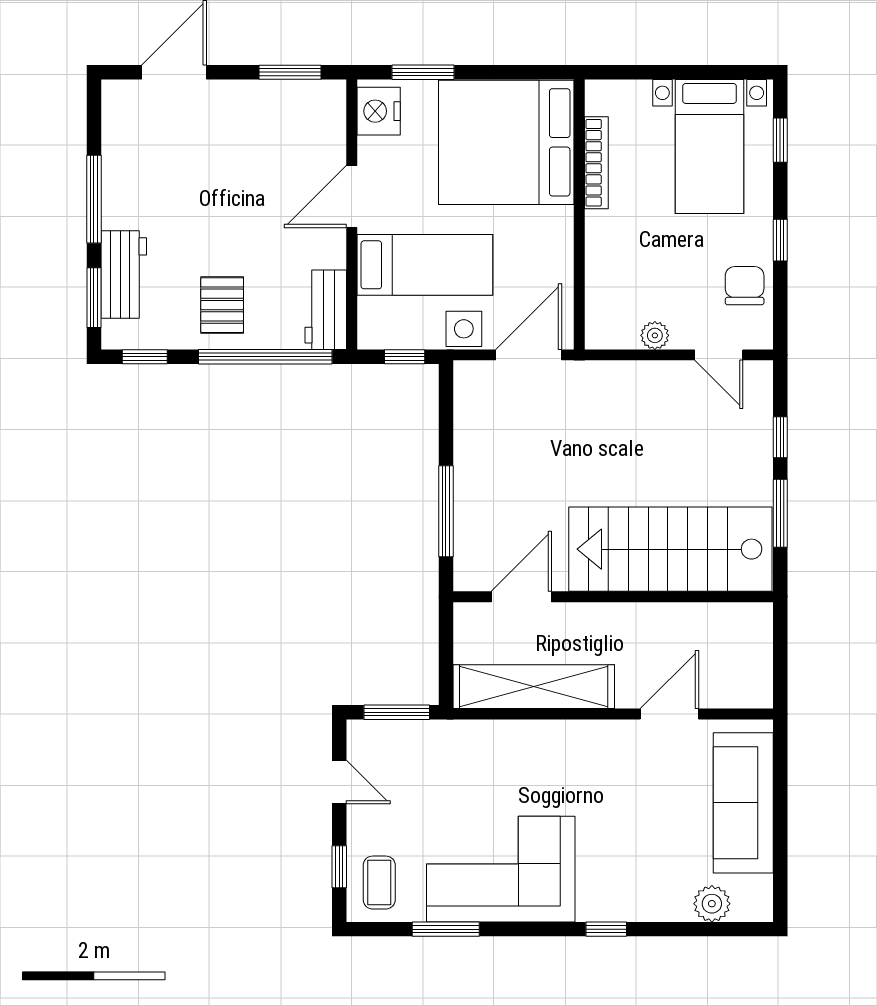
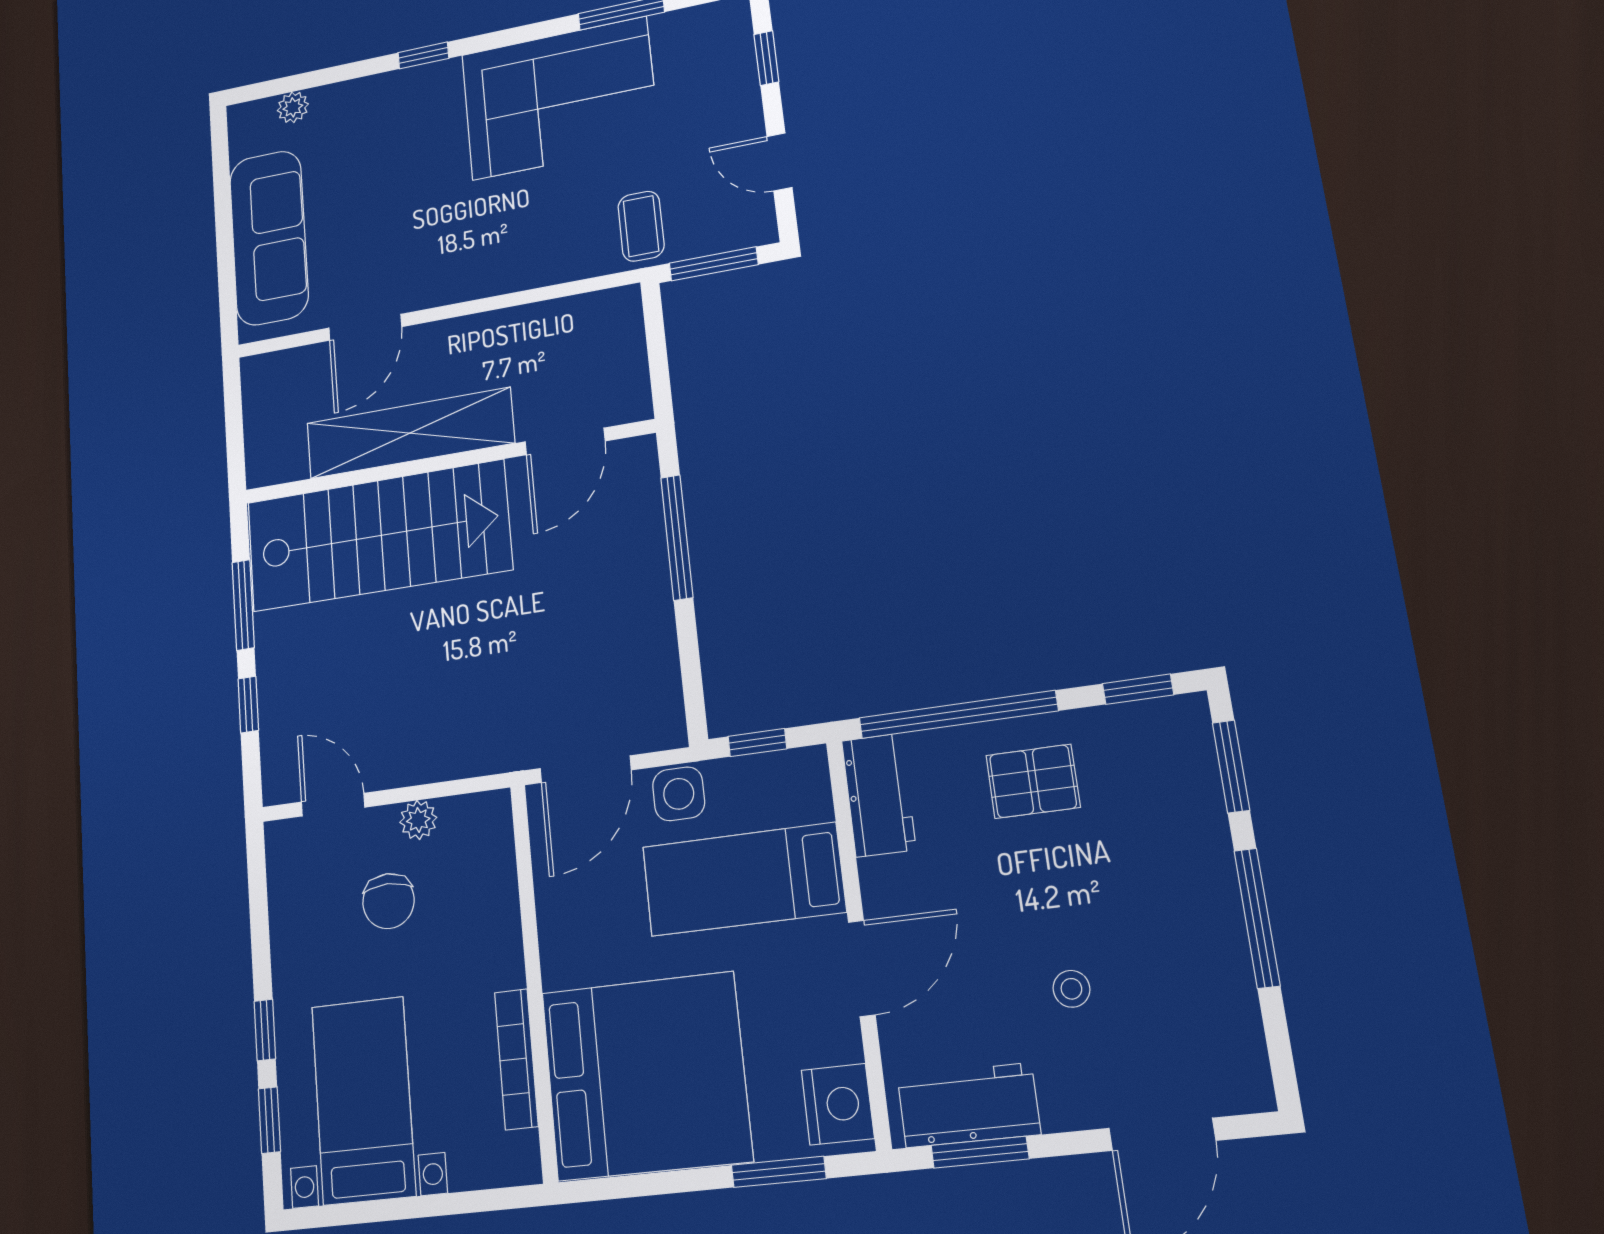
stool: (217, 168) -> (1071, 989), added
window: (780, 240) -> (265, 1030), moved
workbench: (124, 274) -> (968, 1105), moved, turned 90
chair: (745, 286) -> (388, 901), moved
pallet: (222, 305) -> (1033, 781), turned 90
shelving: (534, 687) -> (410, 433), moved
coffee table: (379, 883) -> (641, 226), moved
plant: (712, 904) -> (293, 107), width x0.73, depth x0.73

